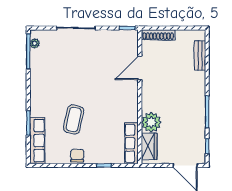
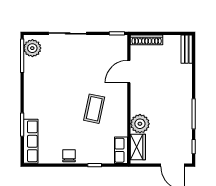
plant: (35, 43) -> (32, 48), width x1.88, depth x1.88
bench: (200, 56) -> (187, 49), moved
coffee table: (74, 119) -> (94, 109), moved
row of seats: (132, 143) -> (121, 150), width x0.68

